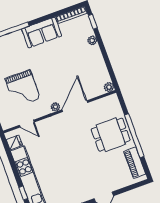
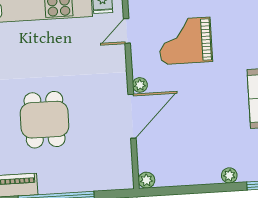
door: (75, 106) -> (132, 116), hinge flipped
dining table: (111, 135) -> (45, 120), moved

